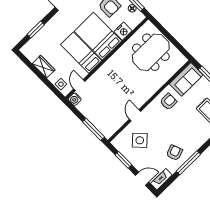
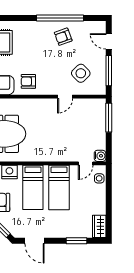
bed: (98, 36) -> (33, 187), width x0.67
wardrobe: (44, 67) -> (99, 226), moved
window: (123, 160) -> (109, 71), width x1.44
window: (188, 163) -> (60, 18), width x1.46
fireplace: (161, 179) -> (94, 26), removed

